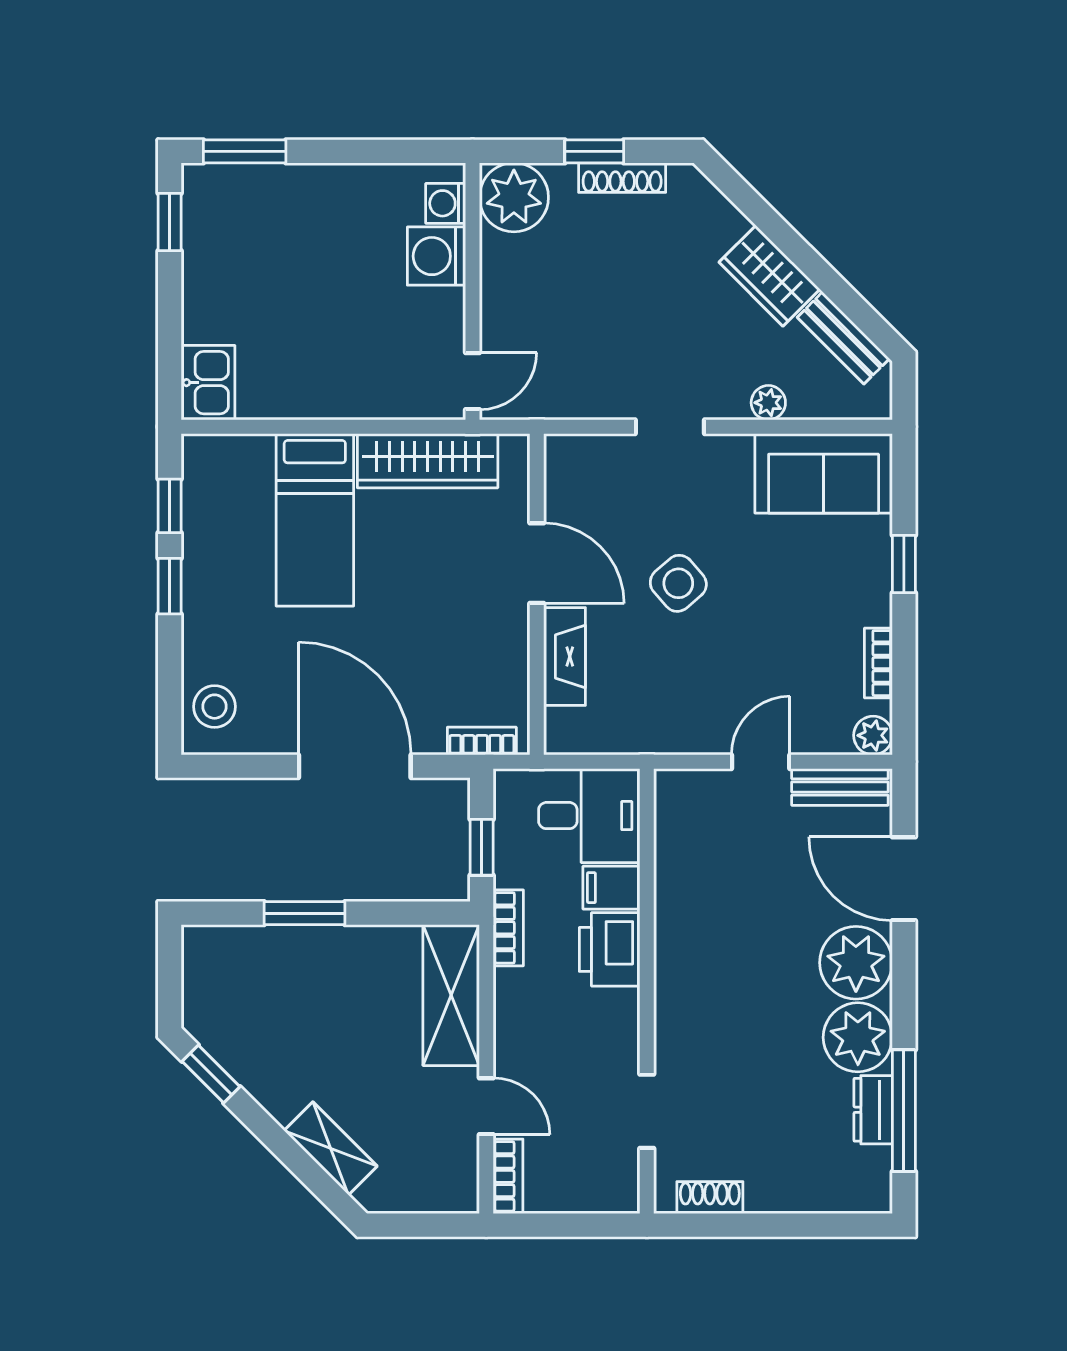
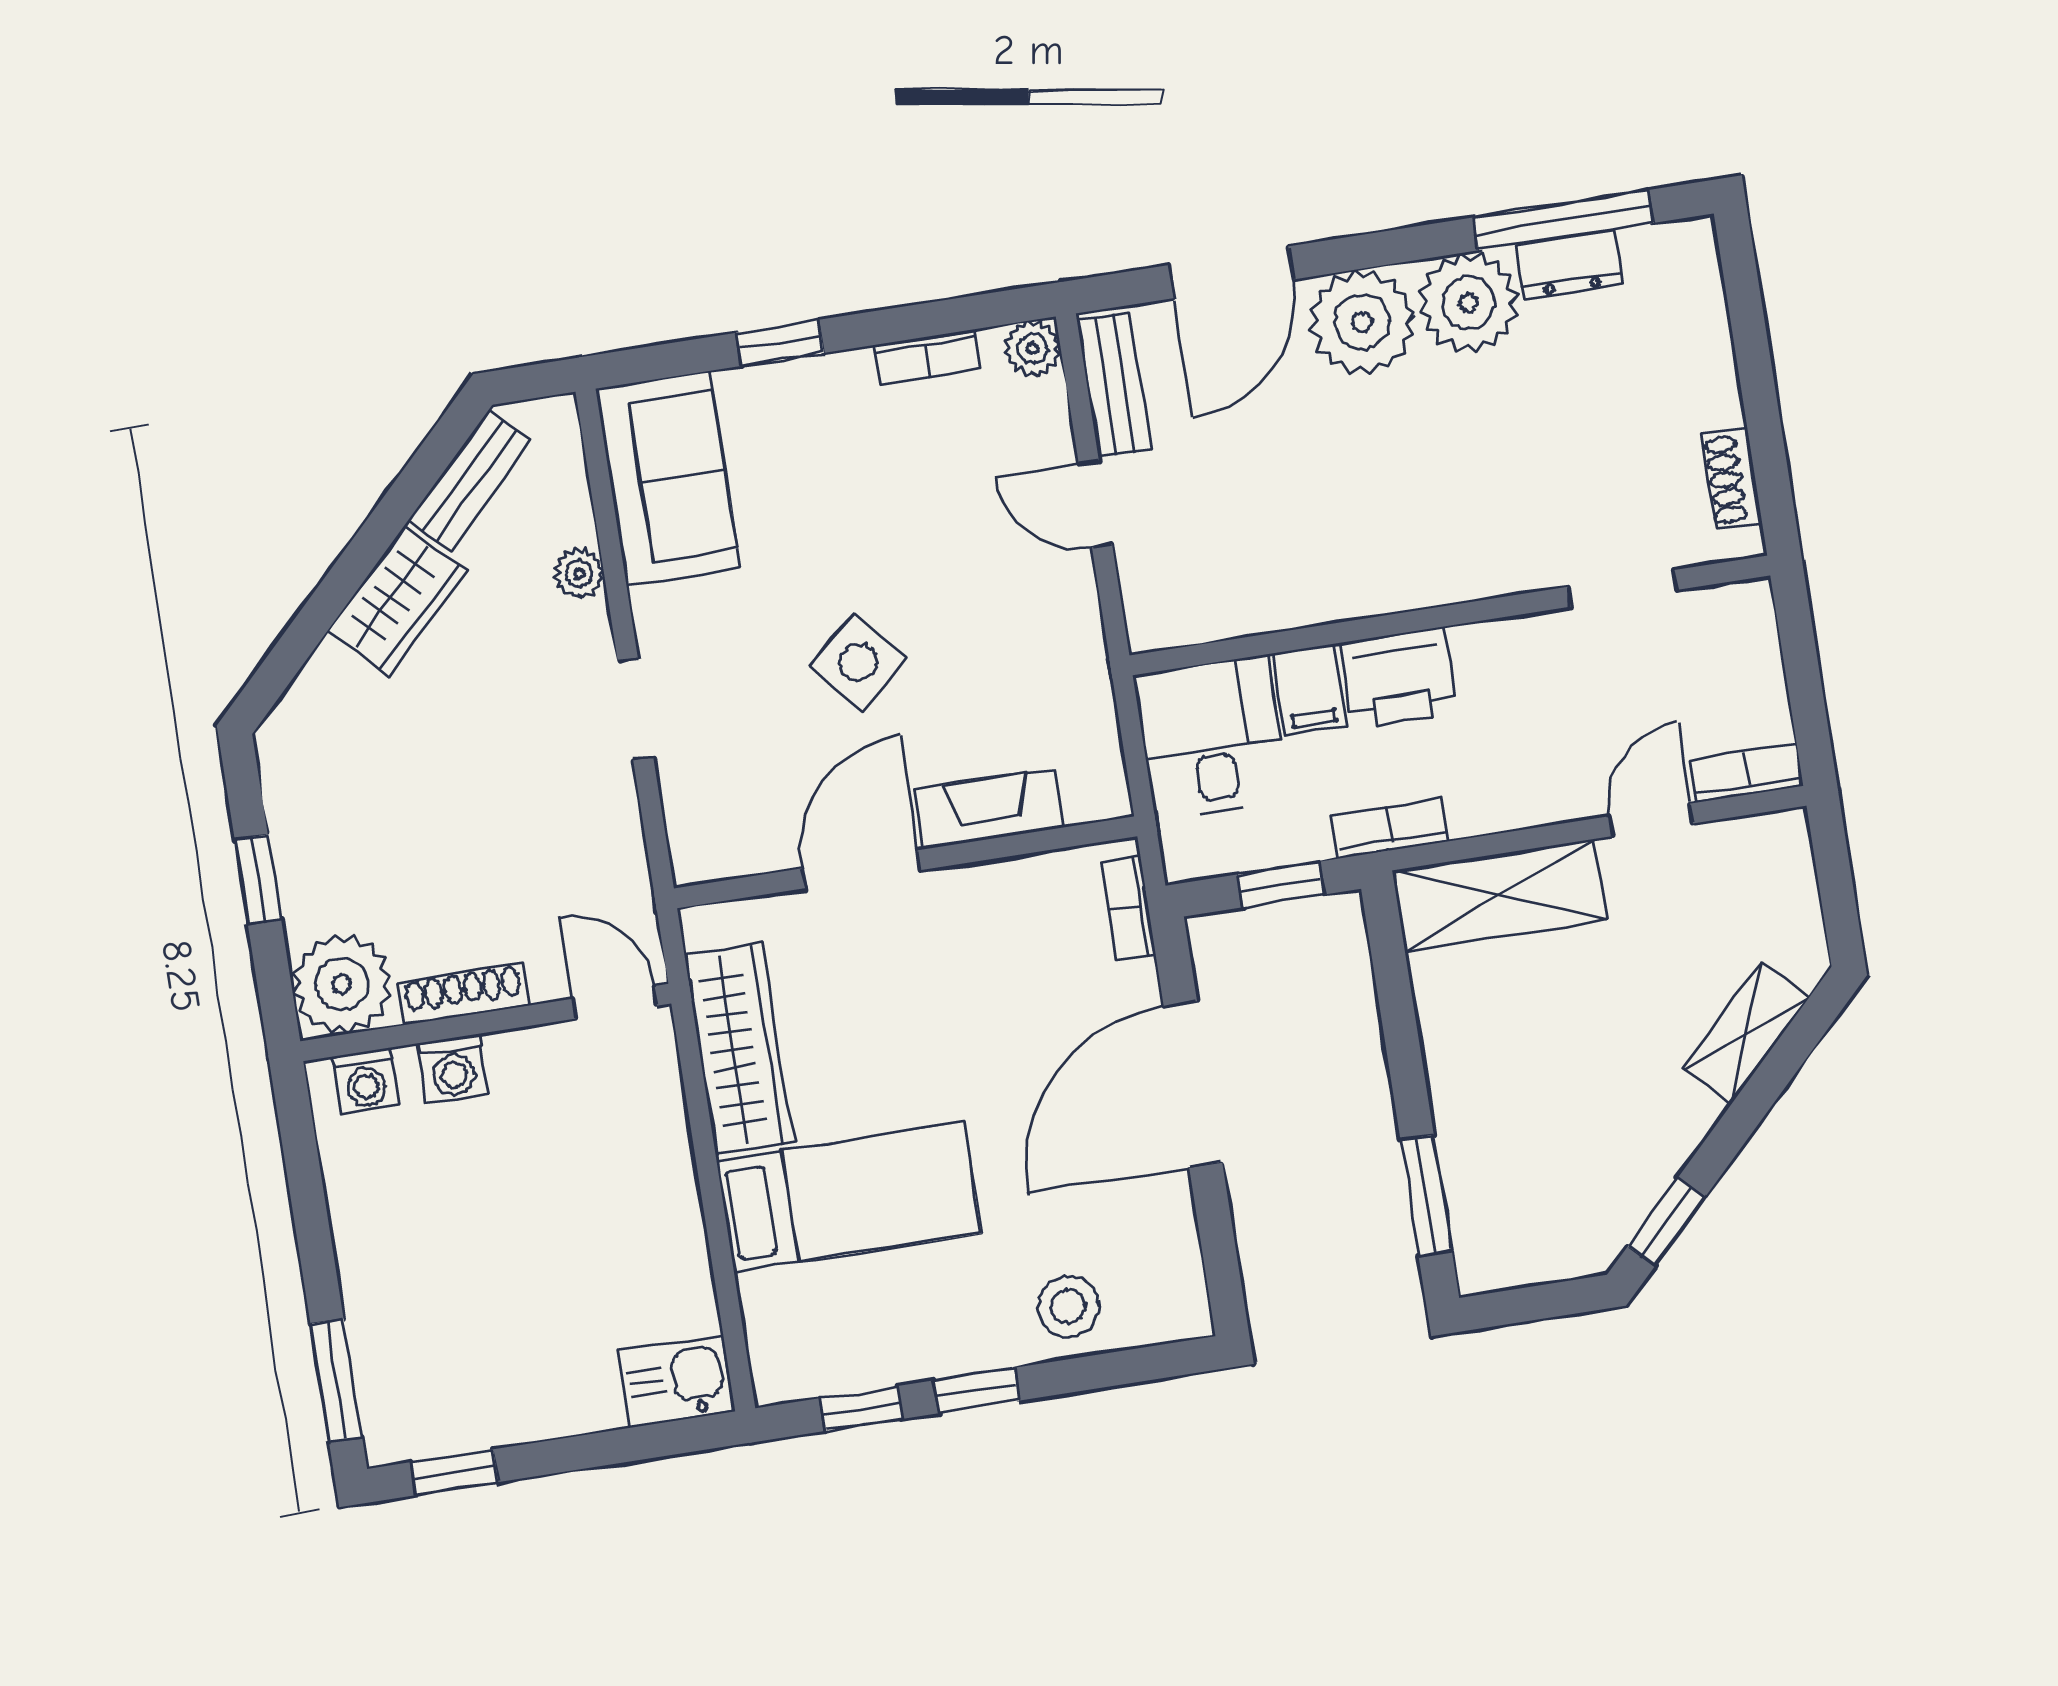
shoe rack: (622, 178) -> (464, 994), moved, turned -90
washing machine: (436, 256) -> (453, 1069), width x0.73, depth x0.73
stool: (215, 707) -> (1068, 1307), moved
window: (304, 913) -> (1426, 1195), moved

